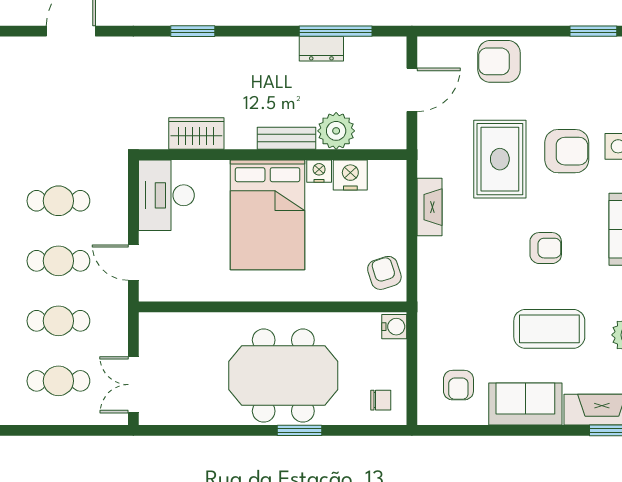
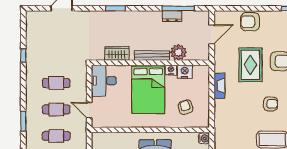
bench: (287, 138) -> (152, 56), width x1.36
armchair: (384, 273) -> (186, 107), moved

